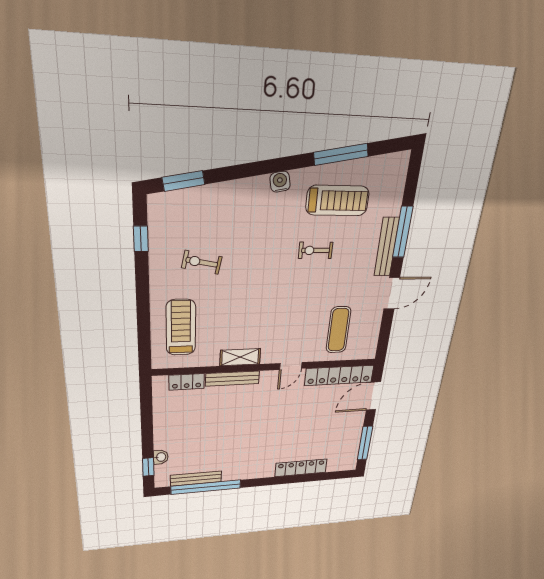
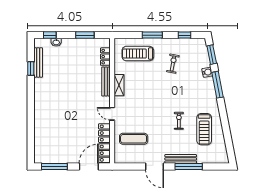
window: (341, 154) -> (217, 85), moved
water cooler: (280, 182) -> (207, 72), moved
window: (143, 302) -> (152, 35), added
treadmill: (181, 328) -> (138, 54), turned 180
door: (373, 396) -> (89, 166), hinge flipped
window: (147, 416) -> (85, 35), added
locker: (301, 468) -> (39, 127), removed
window: (206, 487) -> (31, 68), width x0.32

